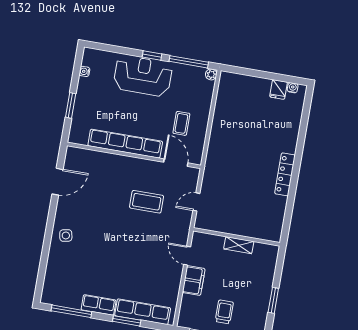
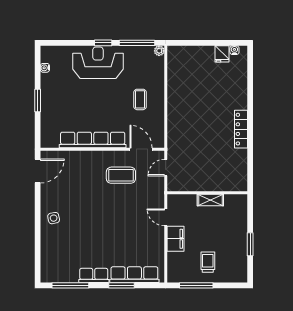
row of seats: (125, 144) -> (93, 140), moved
wall: (134, 155) -> (102, 149), moved
door: (176, 163) -> (141, 149), moved

